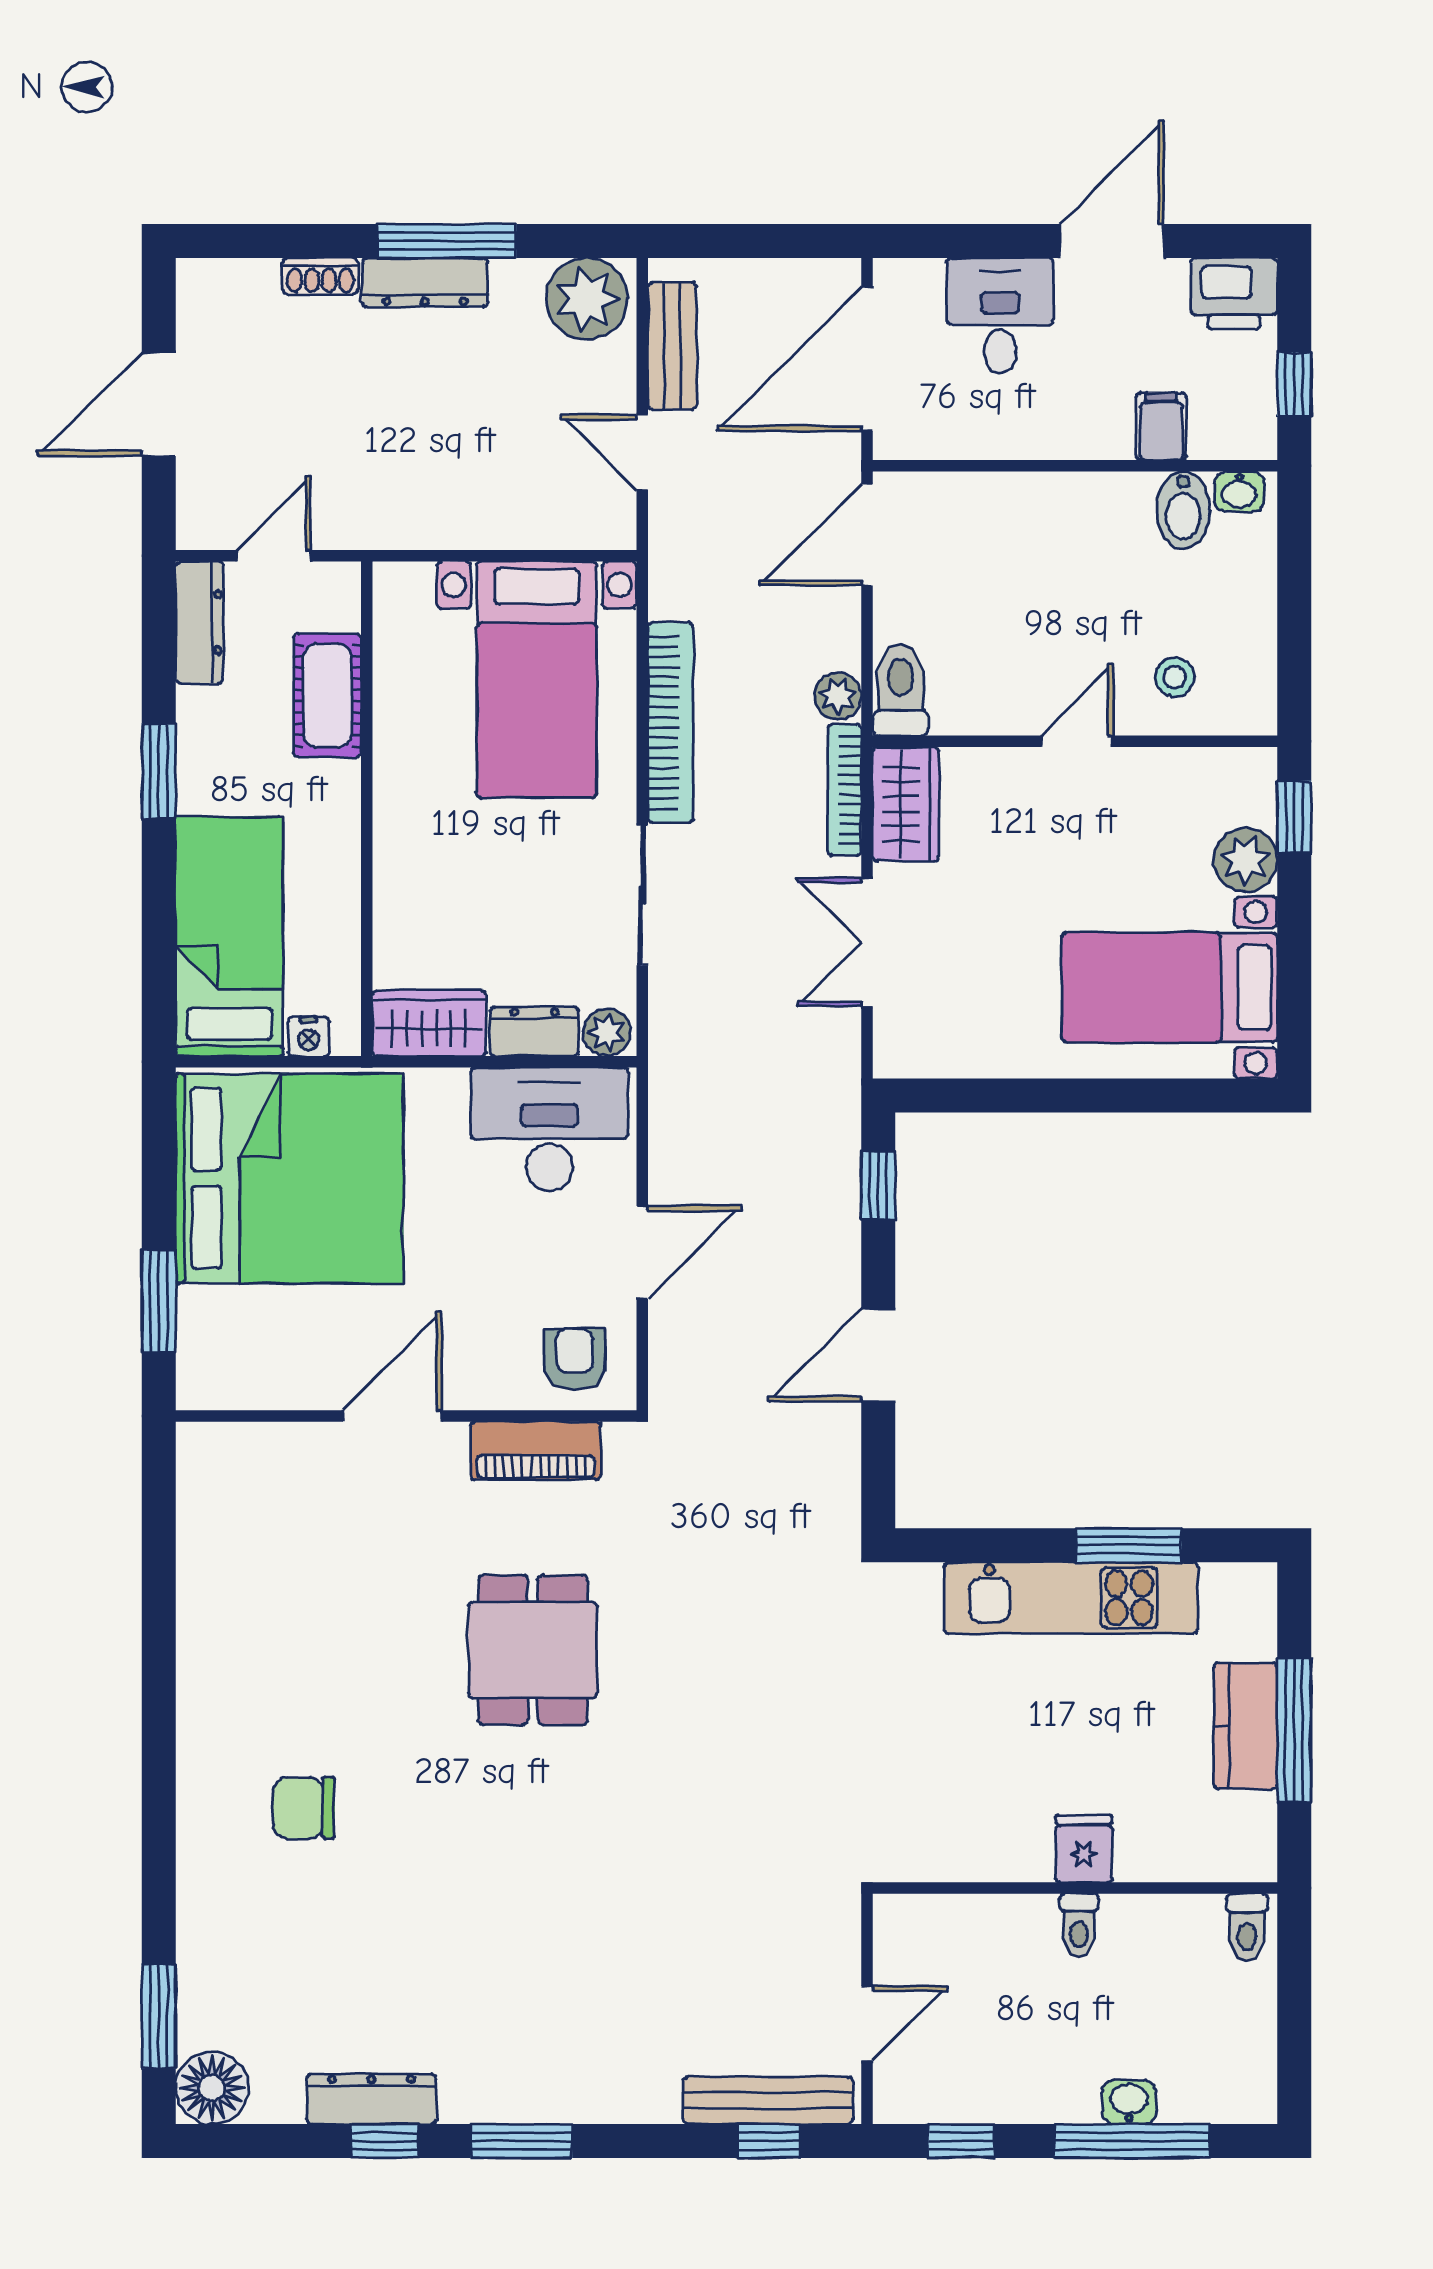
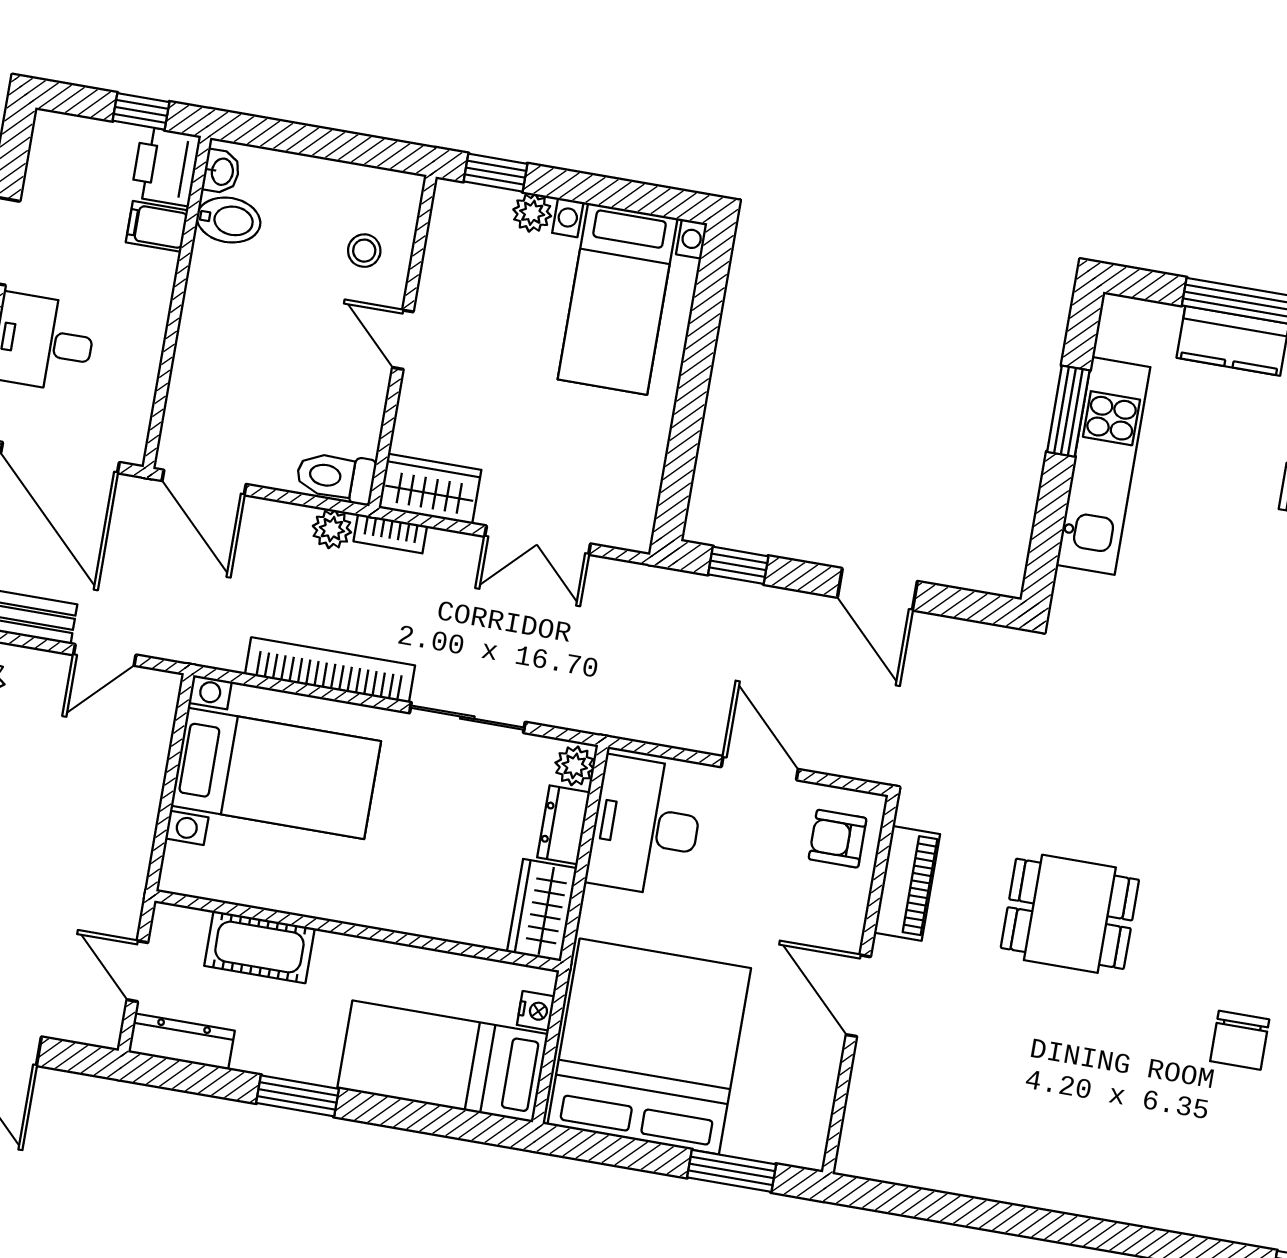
printer: (1234, 294) -> (166, 166), moved, turned 180
bookcase: (845, 790) -> (390, 534), width x0.64
plant: (1245, 860) -> (532, 213), width x0.73, depth x0.73
chair: (304, 1808) -> (1240, 1040), moved

